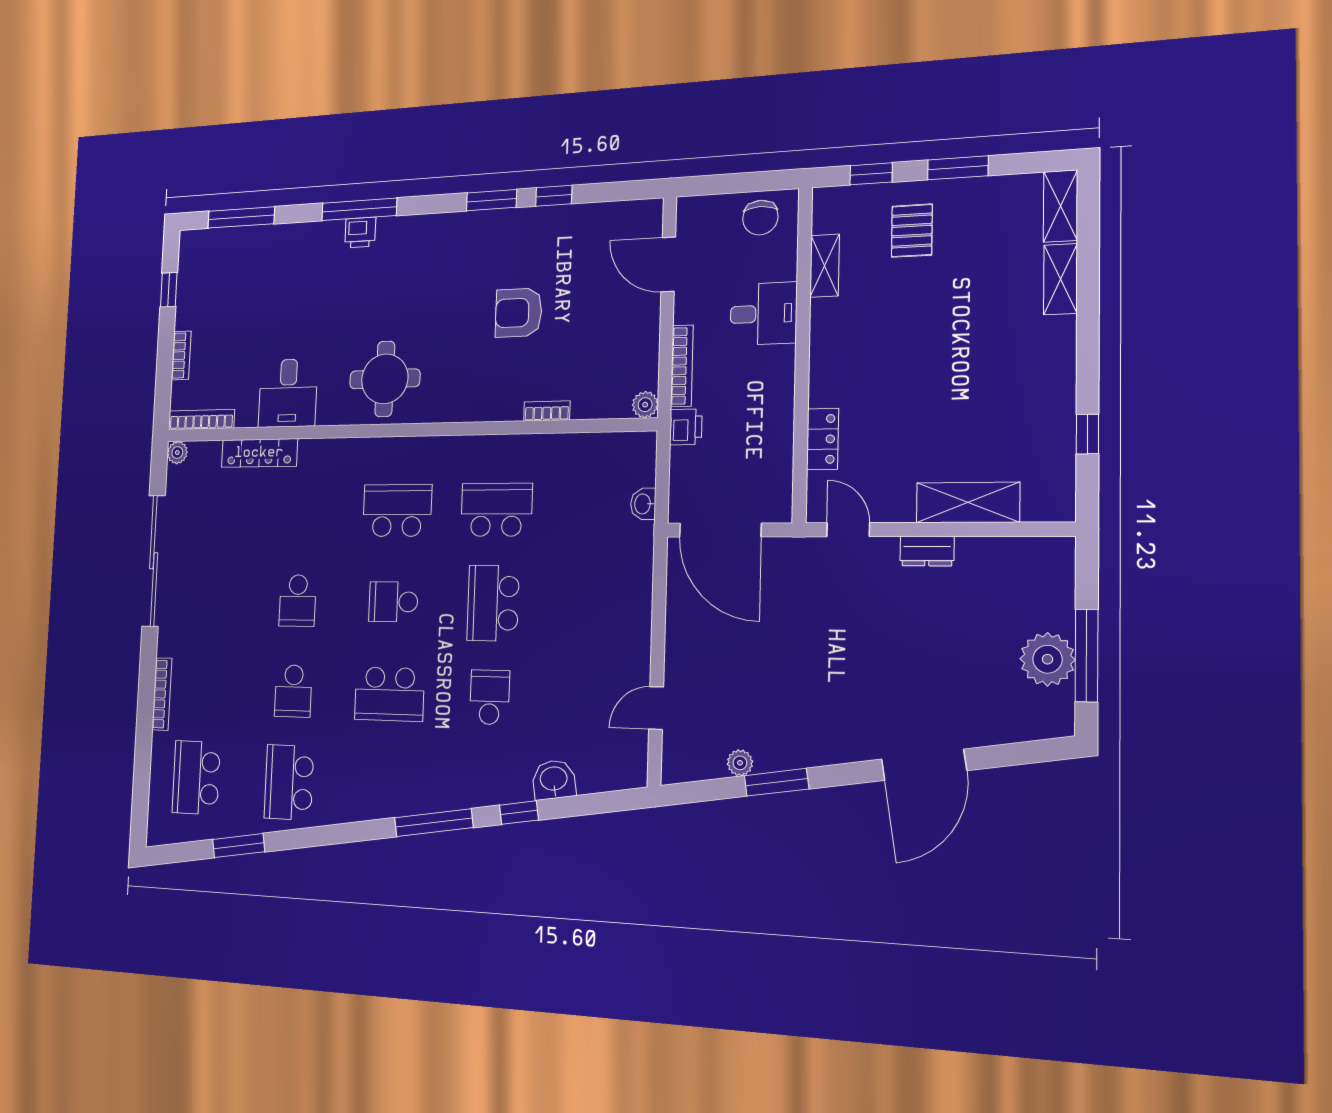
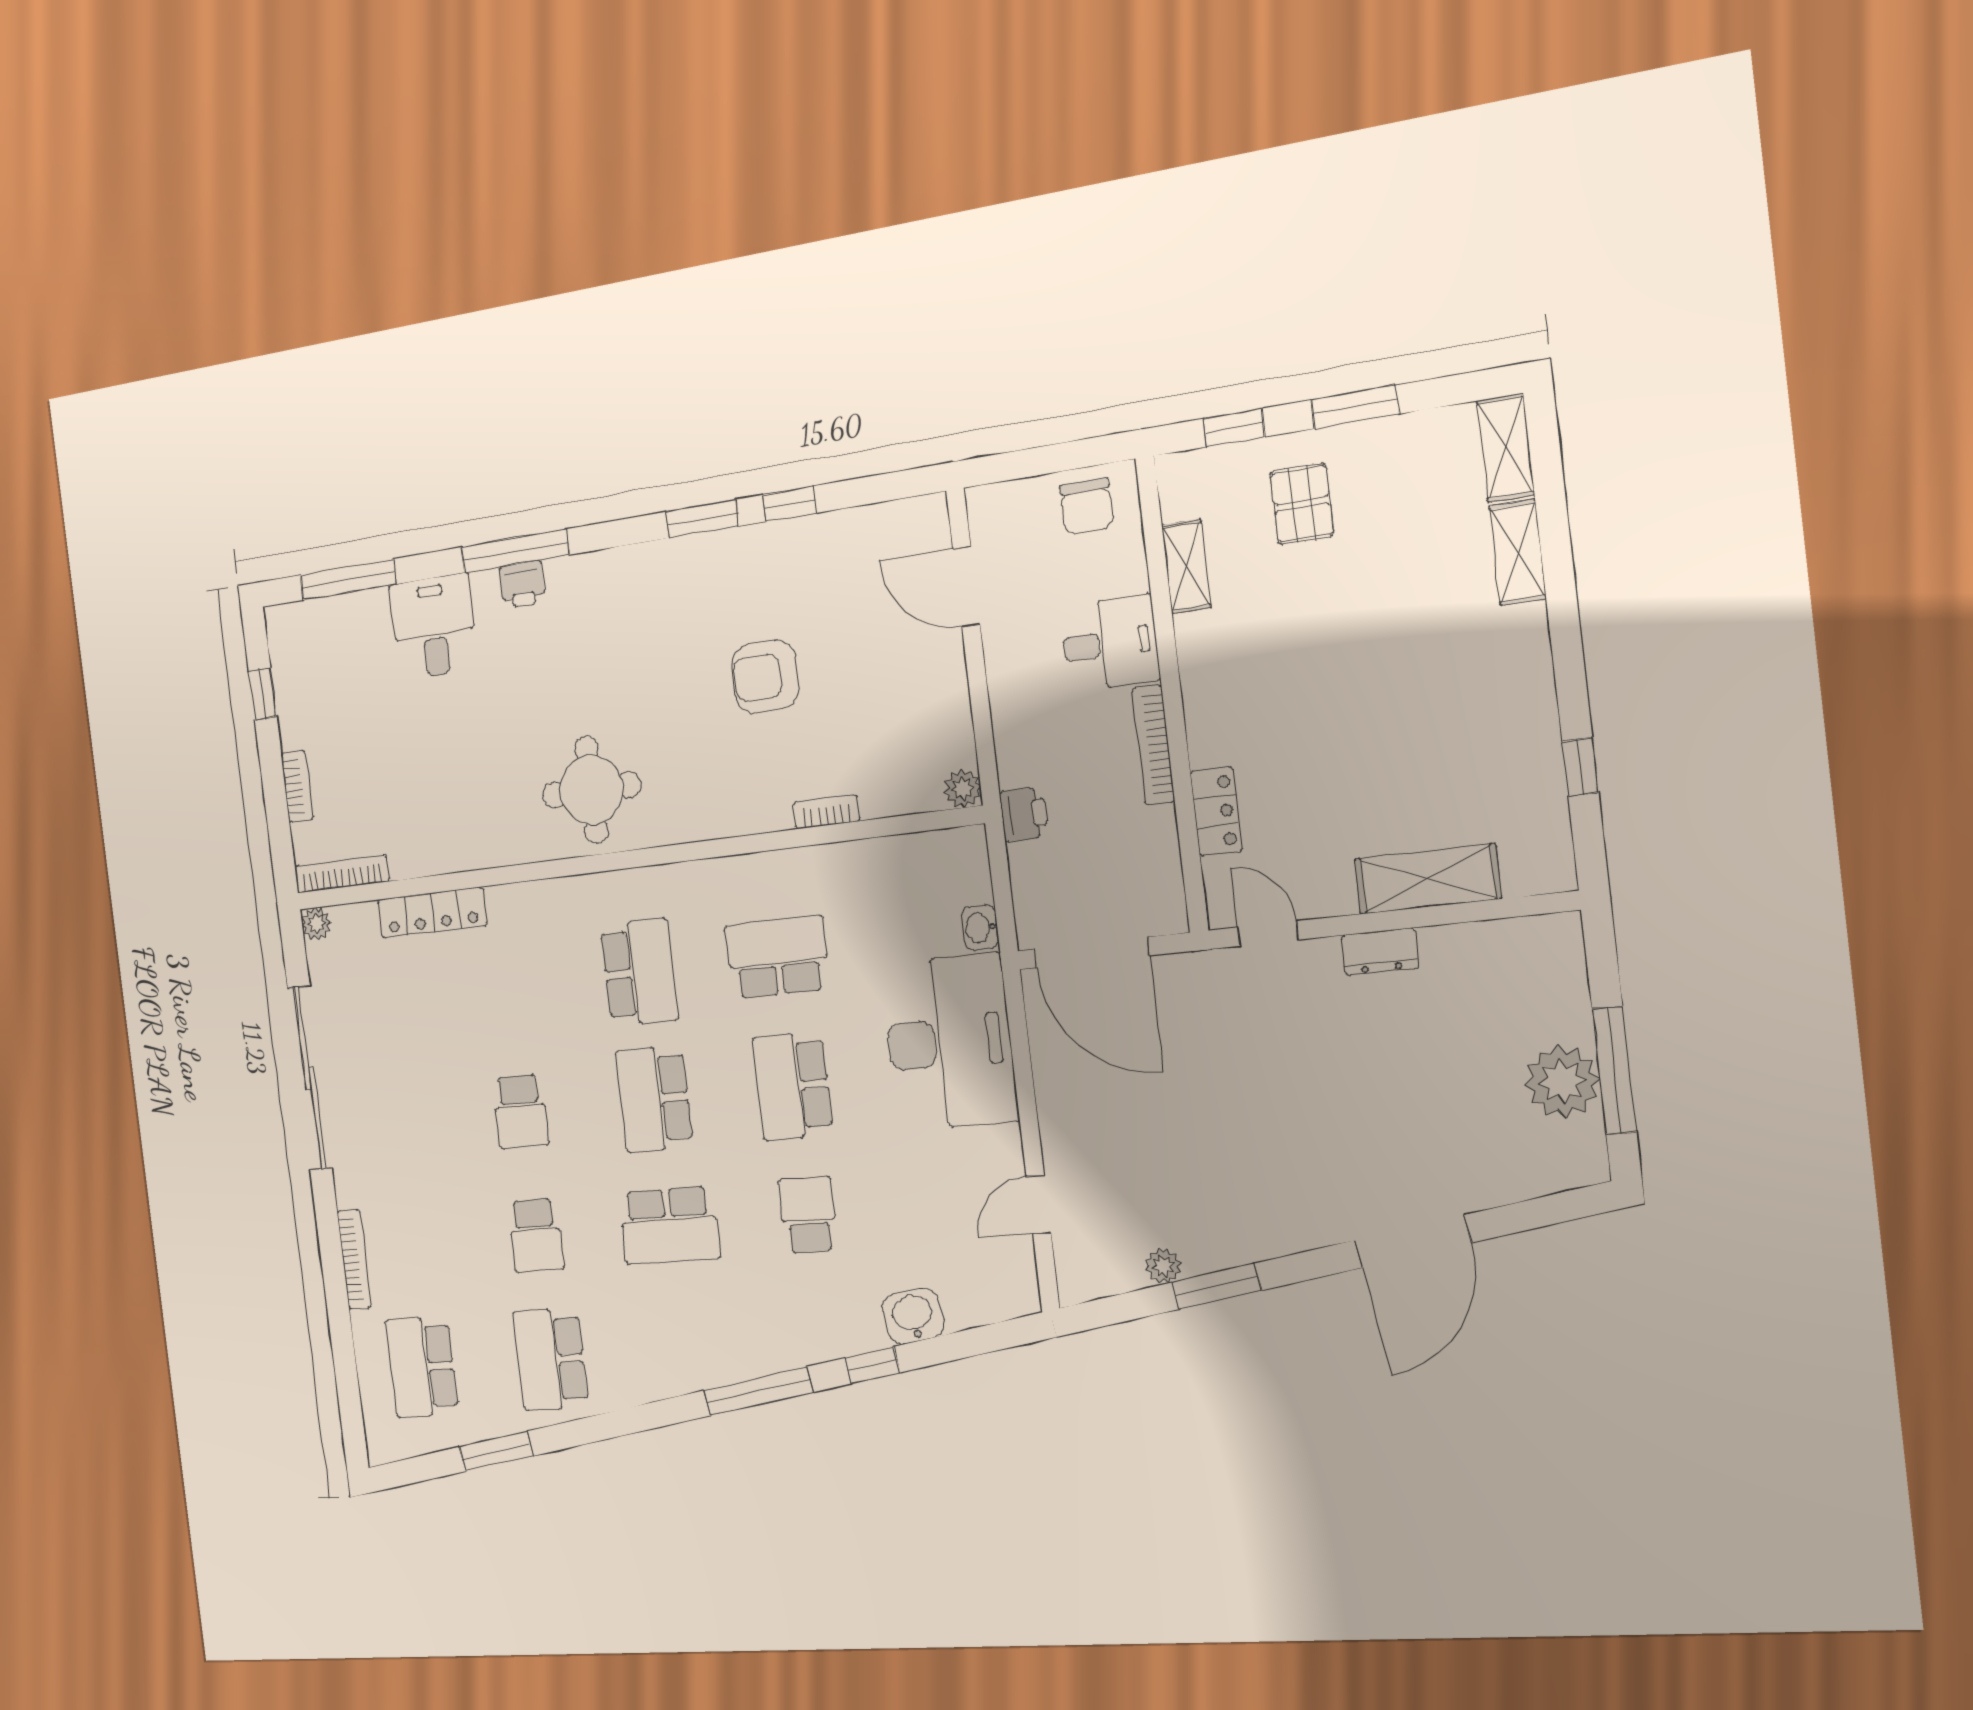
bookcase: (682, 366) -> (1153, 745), moved, turned 180
desk: (288, 393) -> (434, 627), moved, turned 180
school desk: (397, 510) -> (639, 972), turned 90
desk: (609, 583) -> (949, 1042), added
school desk: (393, 602) -> (654, 1099), width x1.85

